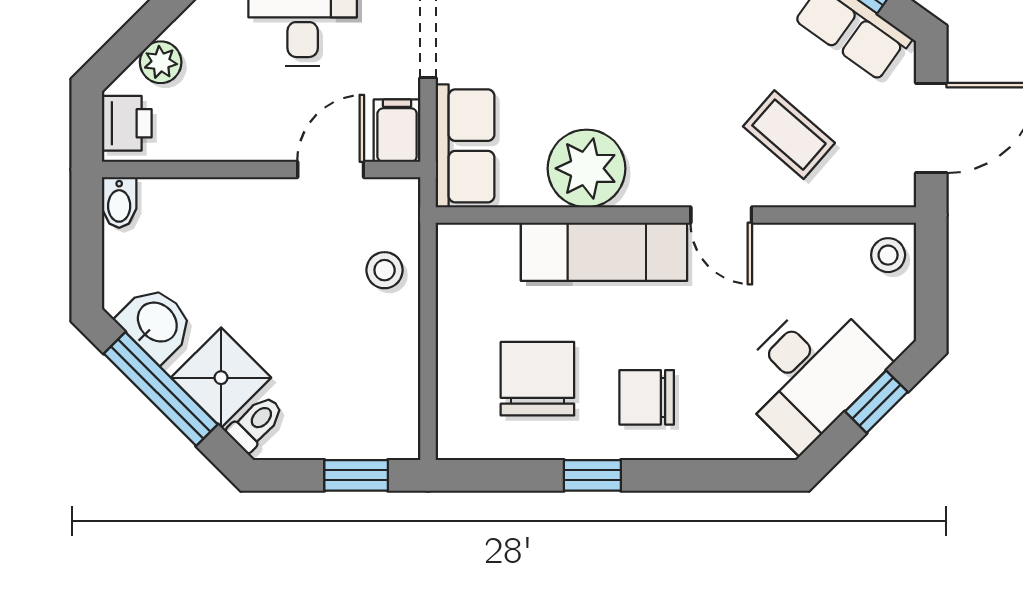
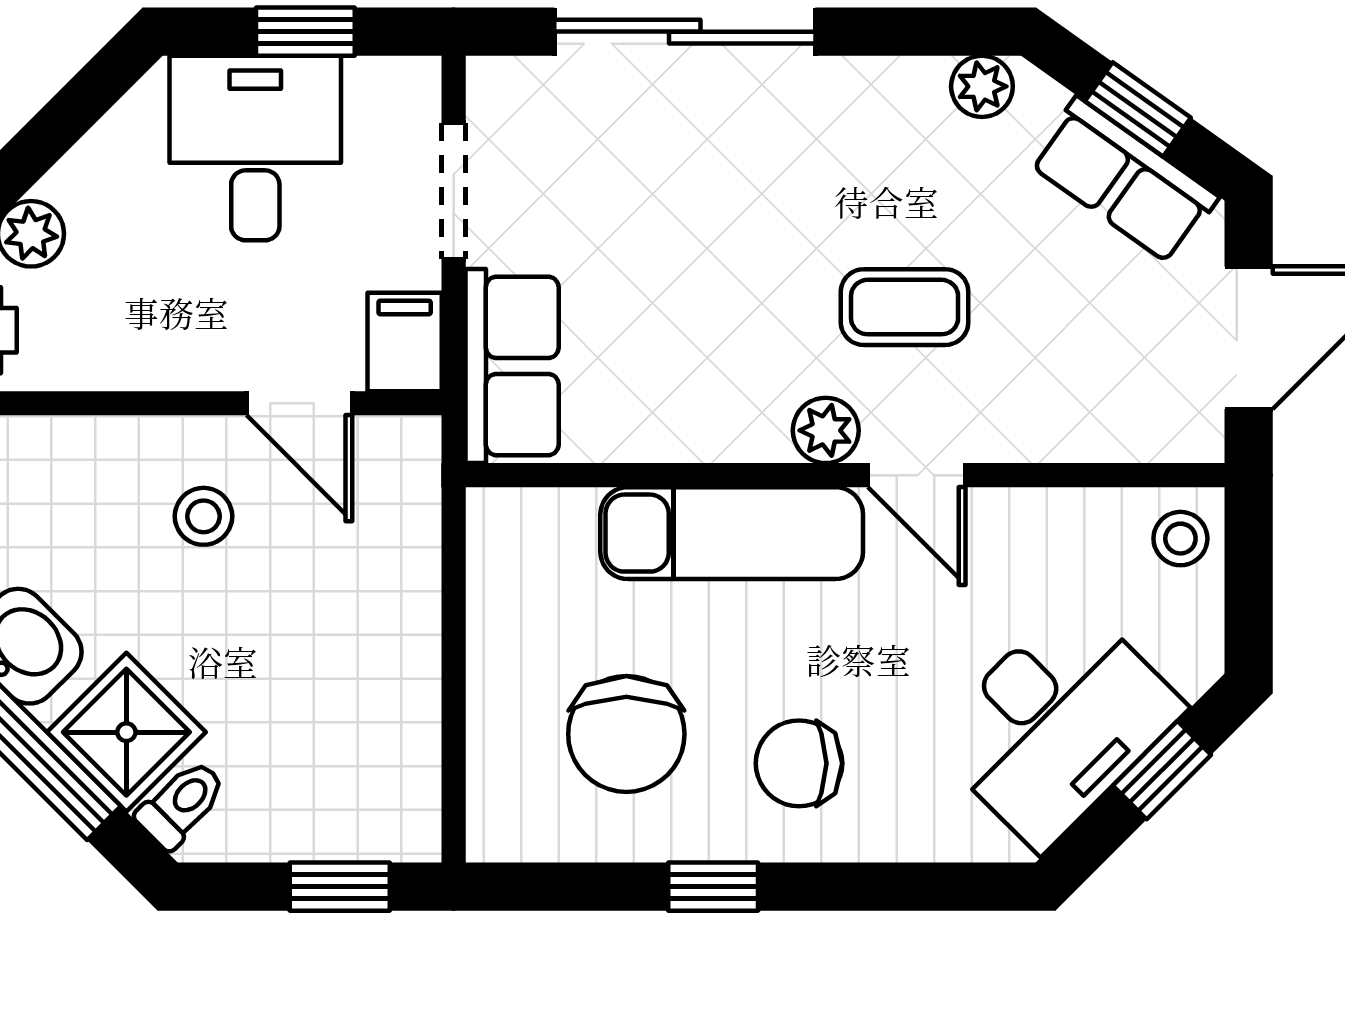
coffee table: (789, 135) -> (905, 307), moved, turned -41
plant: (587, 168) -> (826, 430), moved, width x0.53, depth x0.53
door: (331, 169) -> (300, 403), swing flipped
stool: (385, 270) -> (204, 516), moved
chair: (537, 379) -> (626, 734), turned 180

